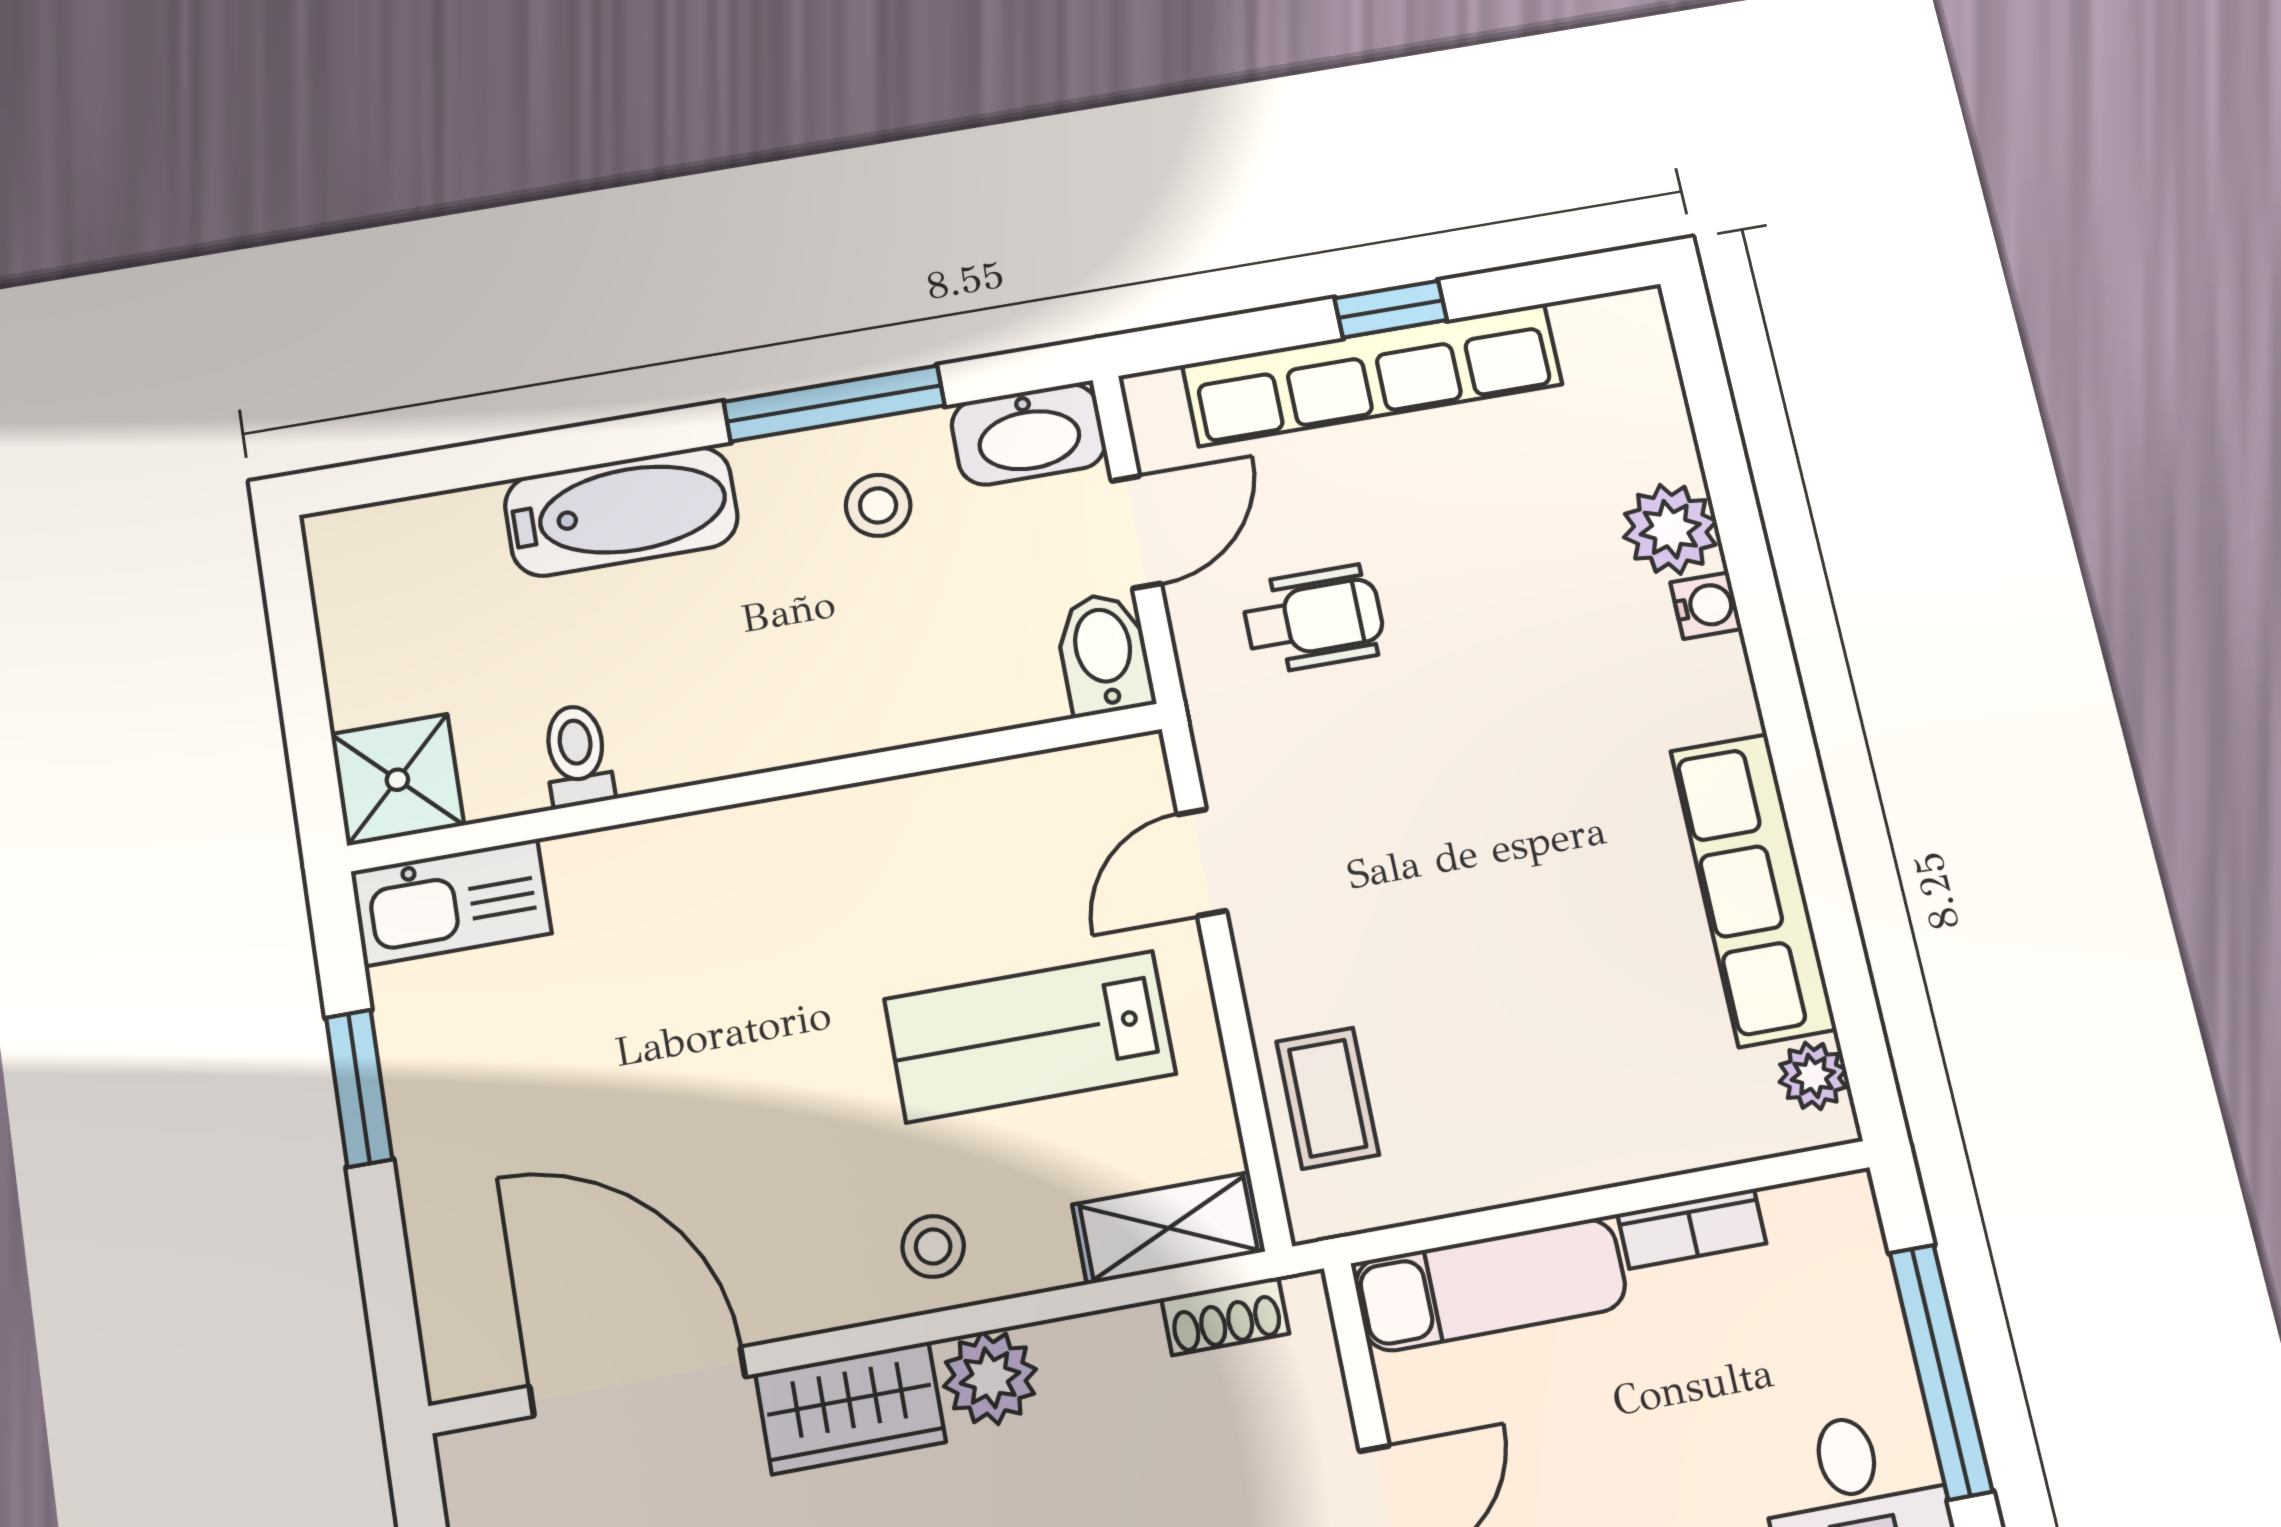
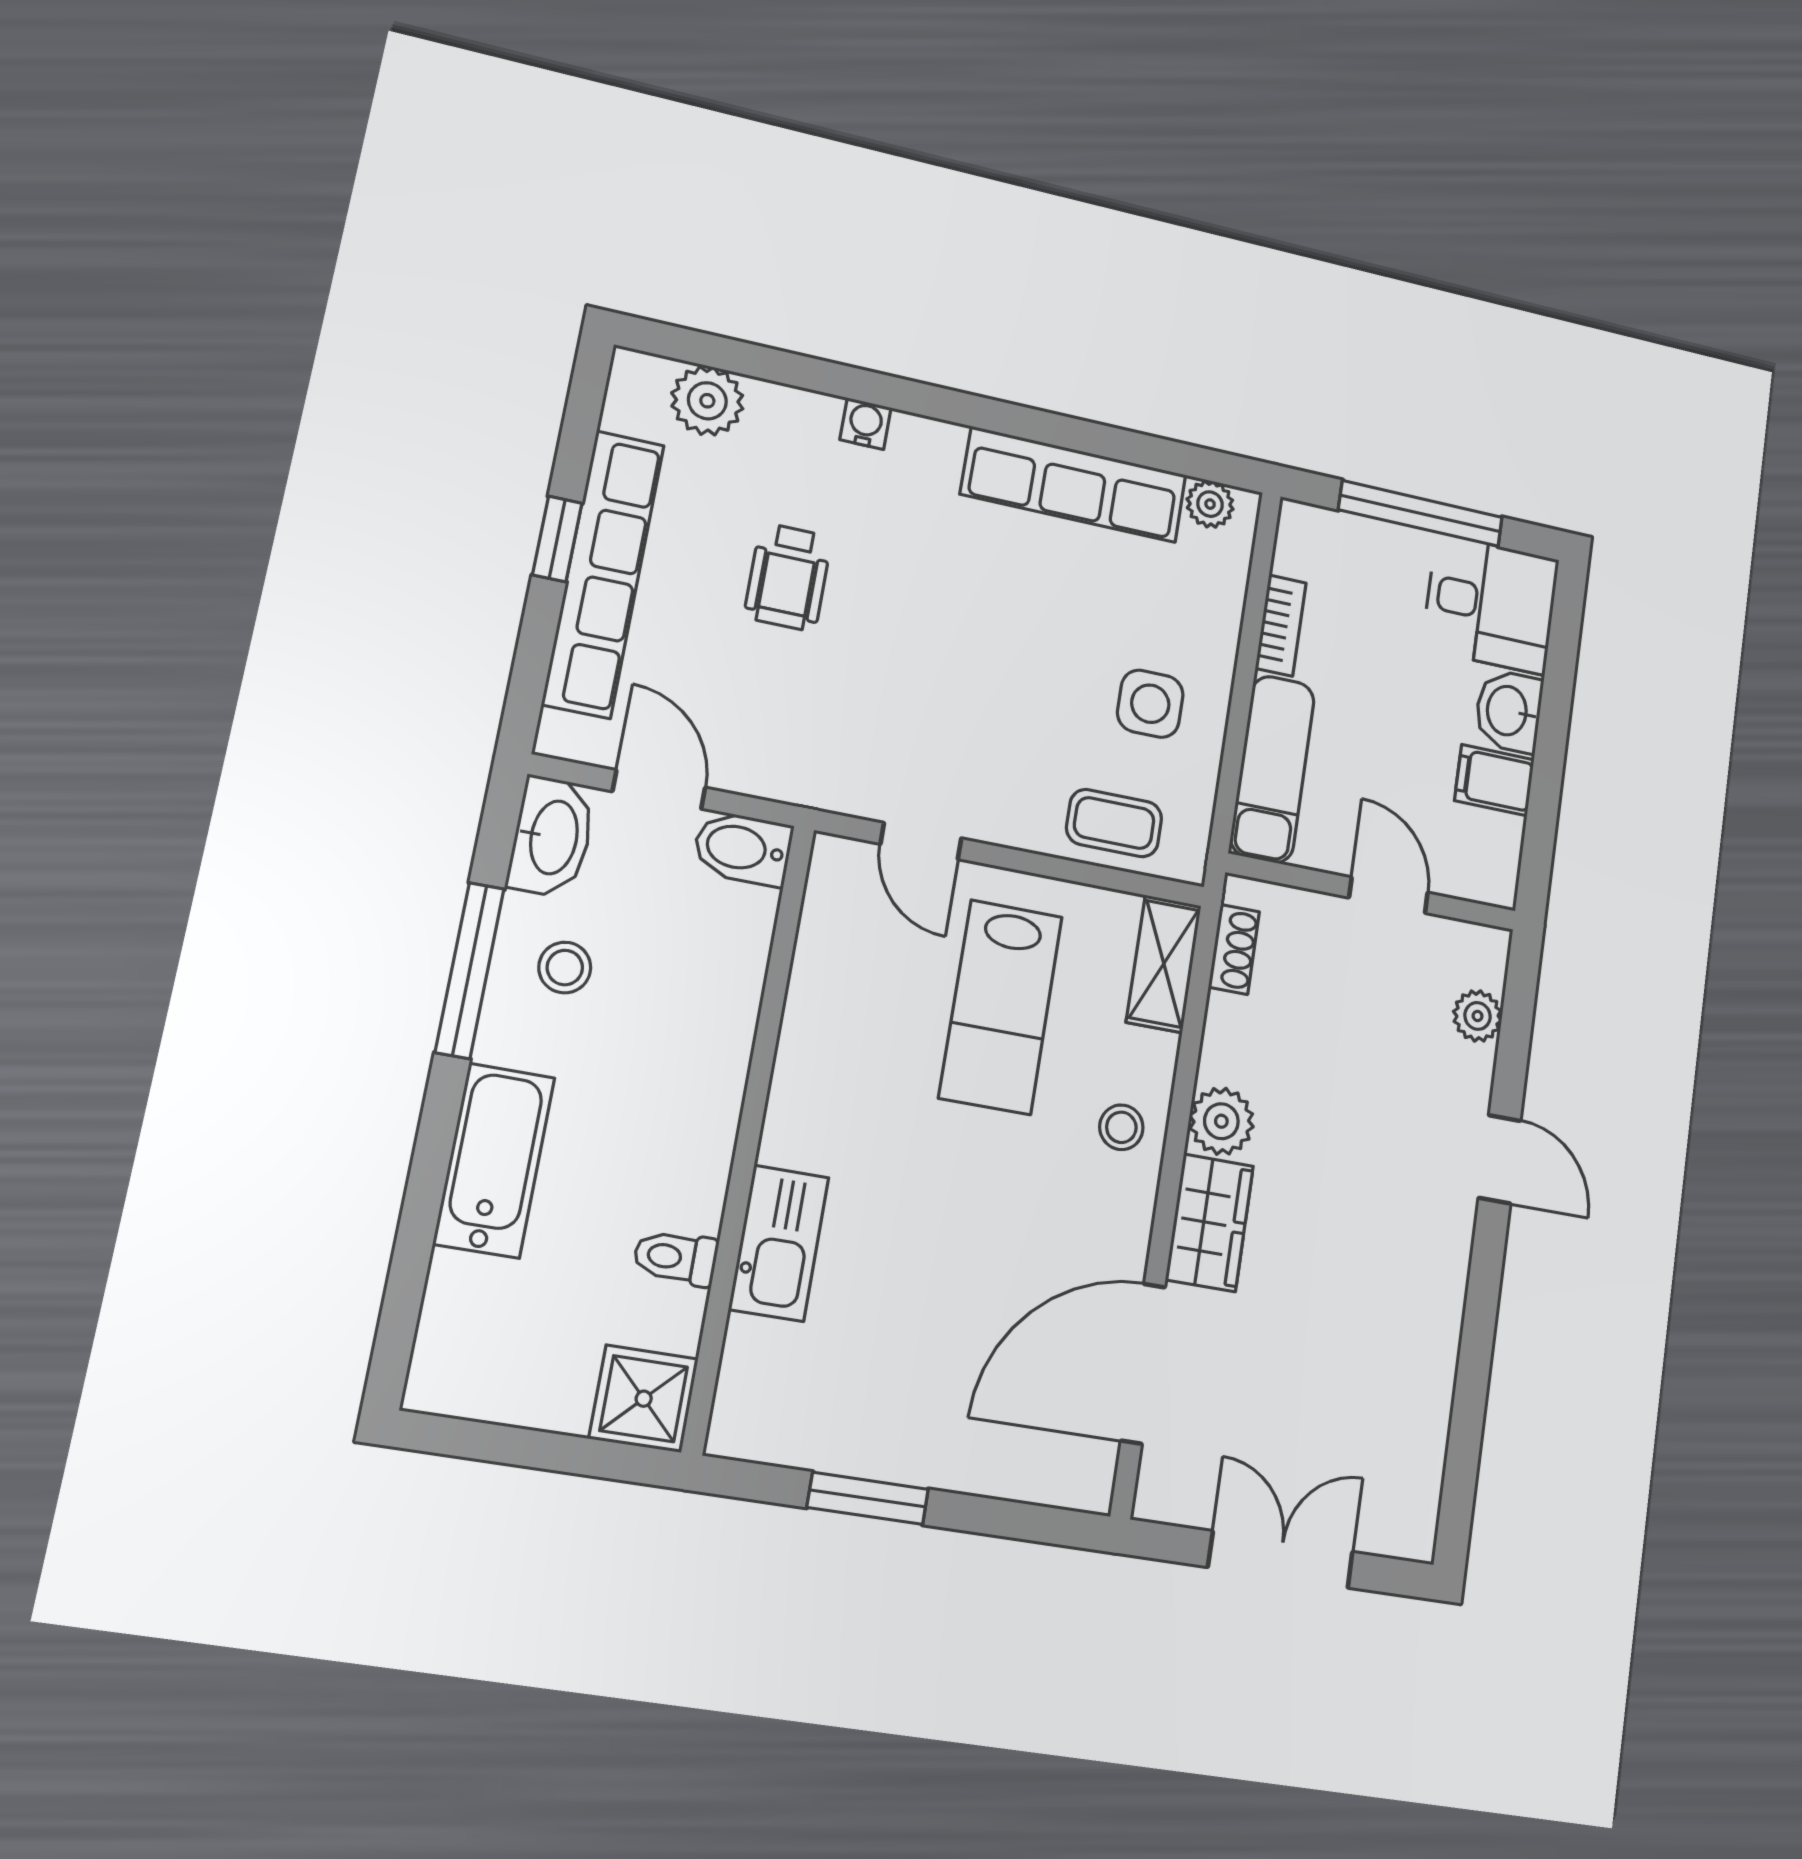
plant: (1670, 529) -> (707, 401), moved
wheelchair: (1314, 619) -> (788, 577), moved, turned 180
kitchen sink: (451, 902) -> (779, 1243), moved
side table: (1507, 1090) -> (1150, 704), added

